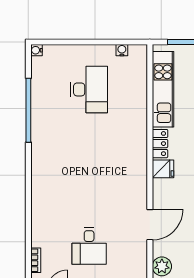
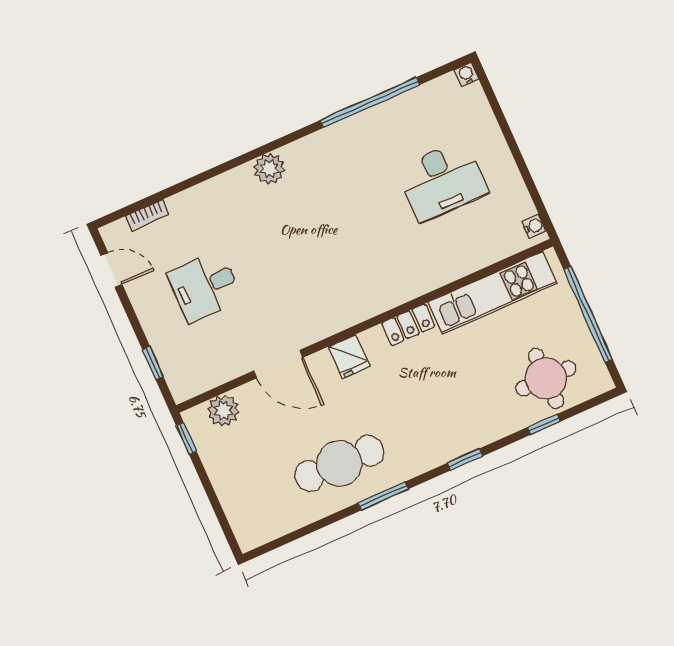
water cooler: (122, 50) -> (534, 226), moved
fridge: (163, 169) -> (349, 357), moved
plant: (40, 182) -> (269, 169), added

